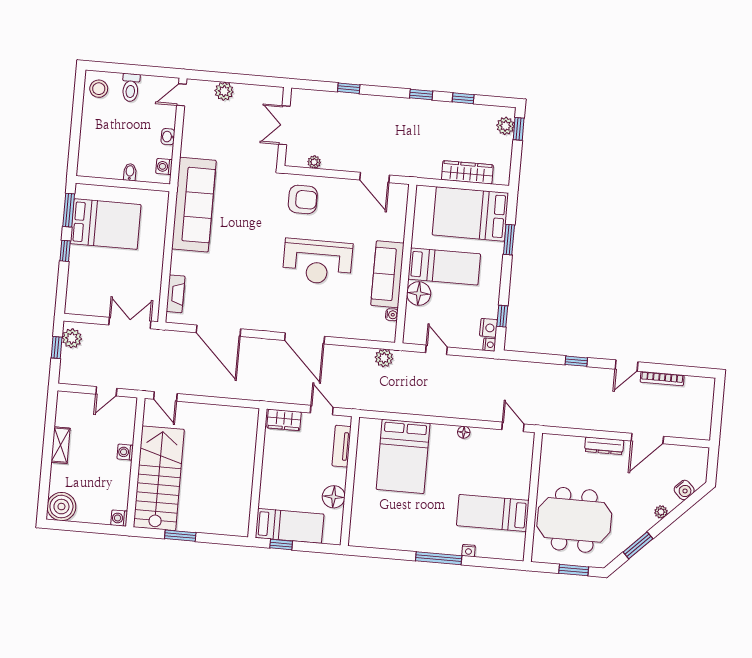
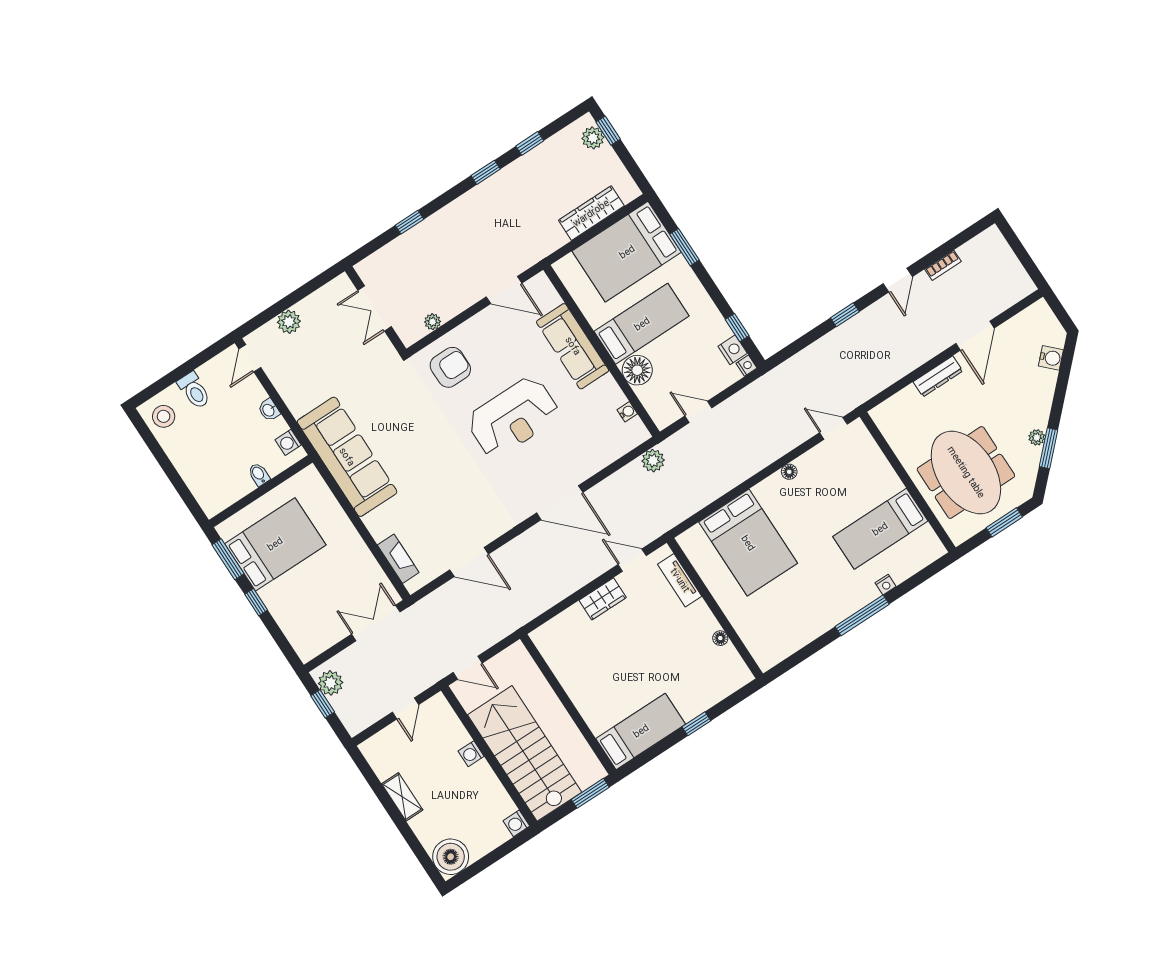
sofa: (387, 274) -> (573, 346), moved
door: (218, 331) -> (469, 562), width x0.73
bookcase: (662, 379) -> (943, 265), width x0.64
wall: (257, 473) -> (568, 704), moved
floor lamp: (334, 497) -> (720, 638), width x0.53, depth x0.53
plant: (661, 512) -> (1037, 437), moved
meeting table: (574, 520) -> (966, 472), turned 90
bed: (290, 526) -> (641, 731), moved

